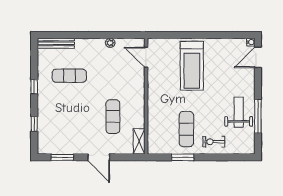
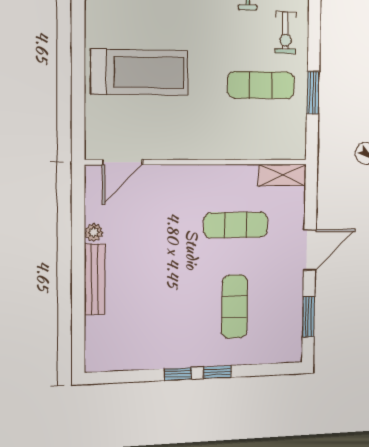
bench: (56, 43) -> (95, 279), moved
exercise mat: (69, 76) -> (235, 307), moved
window: (34, 124) -> (217, 372), moved

